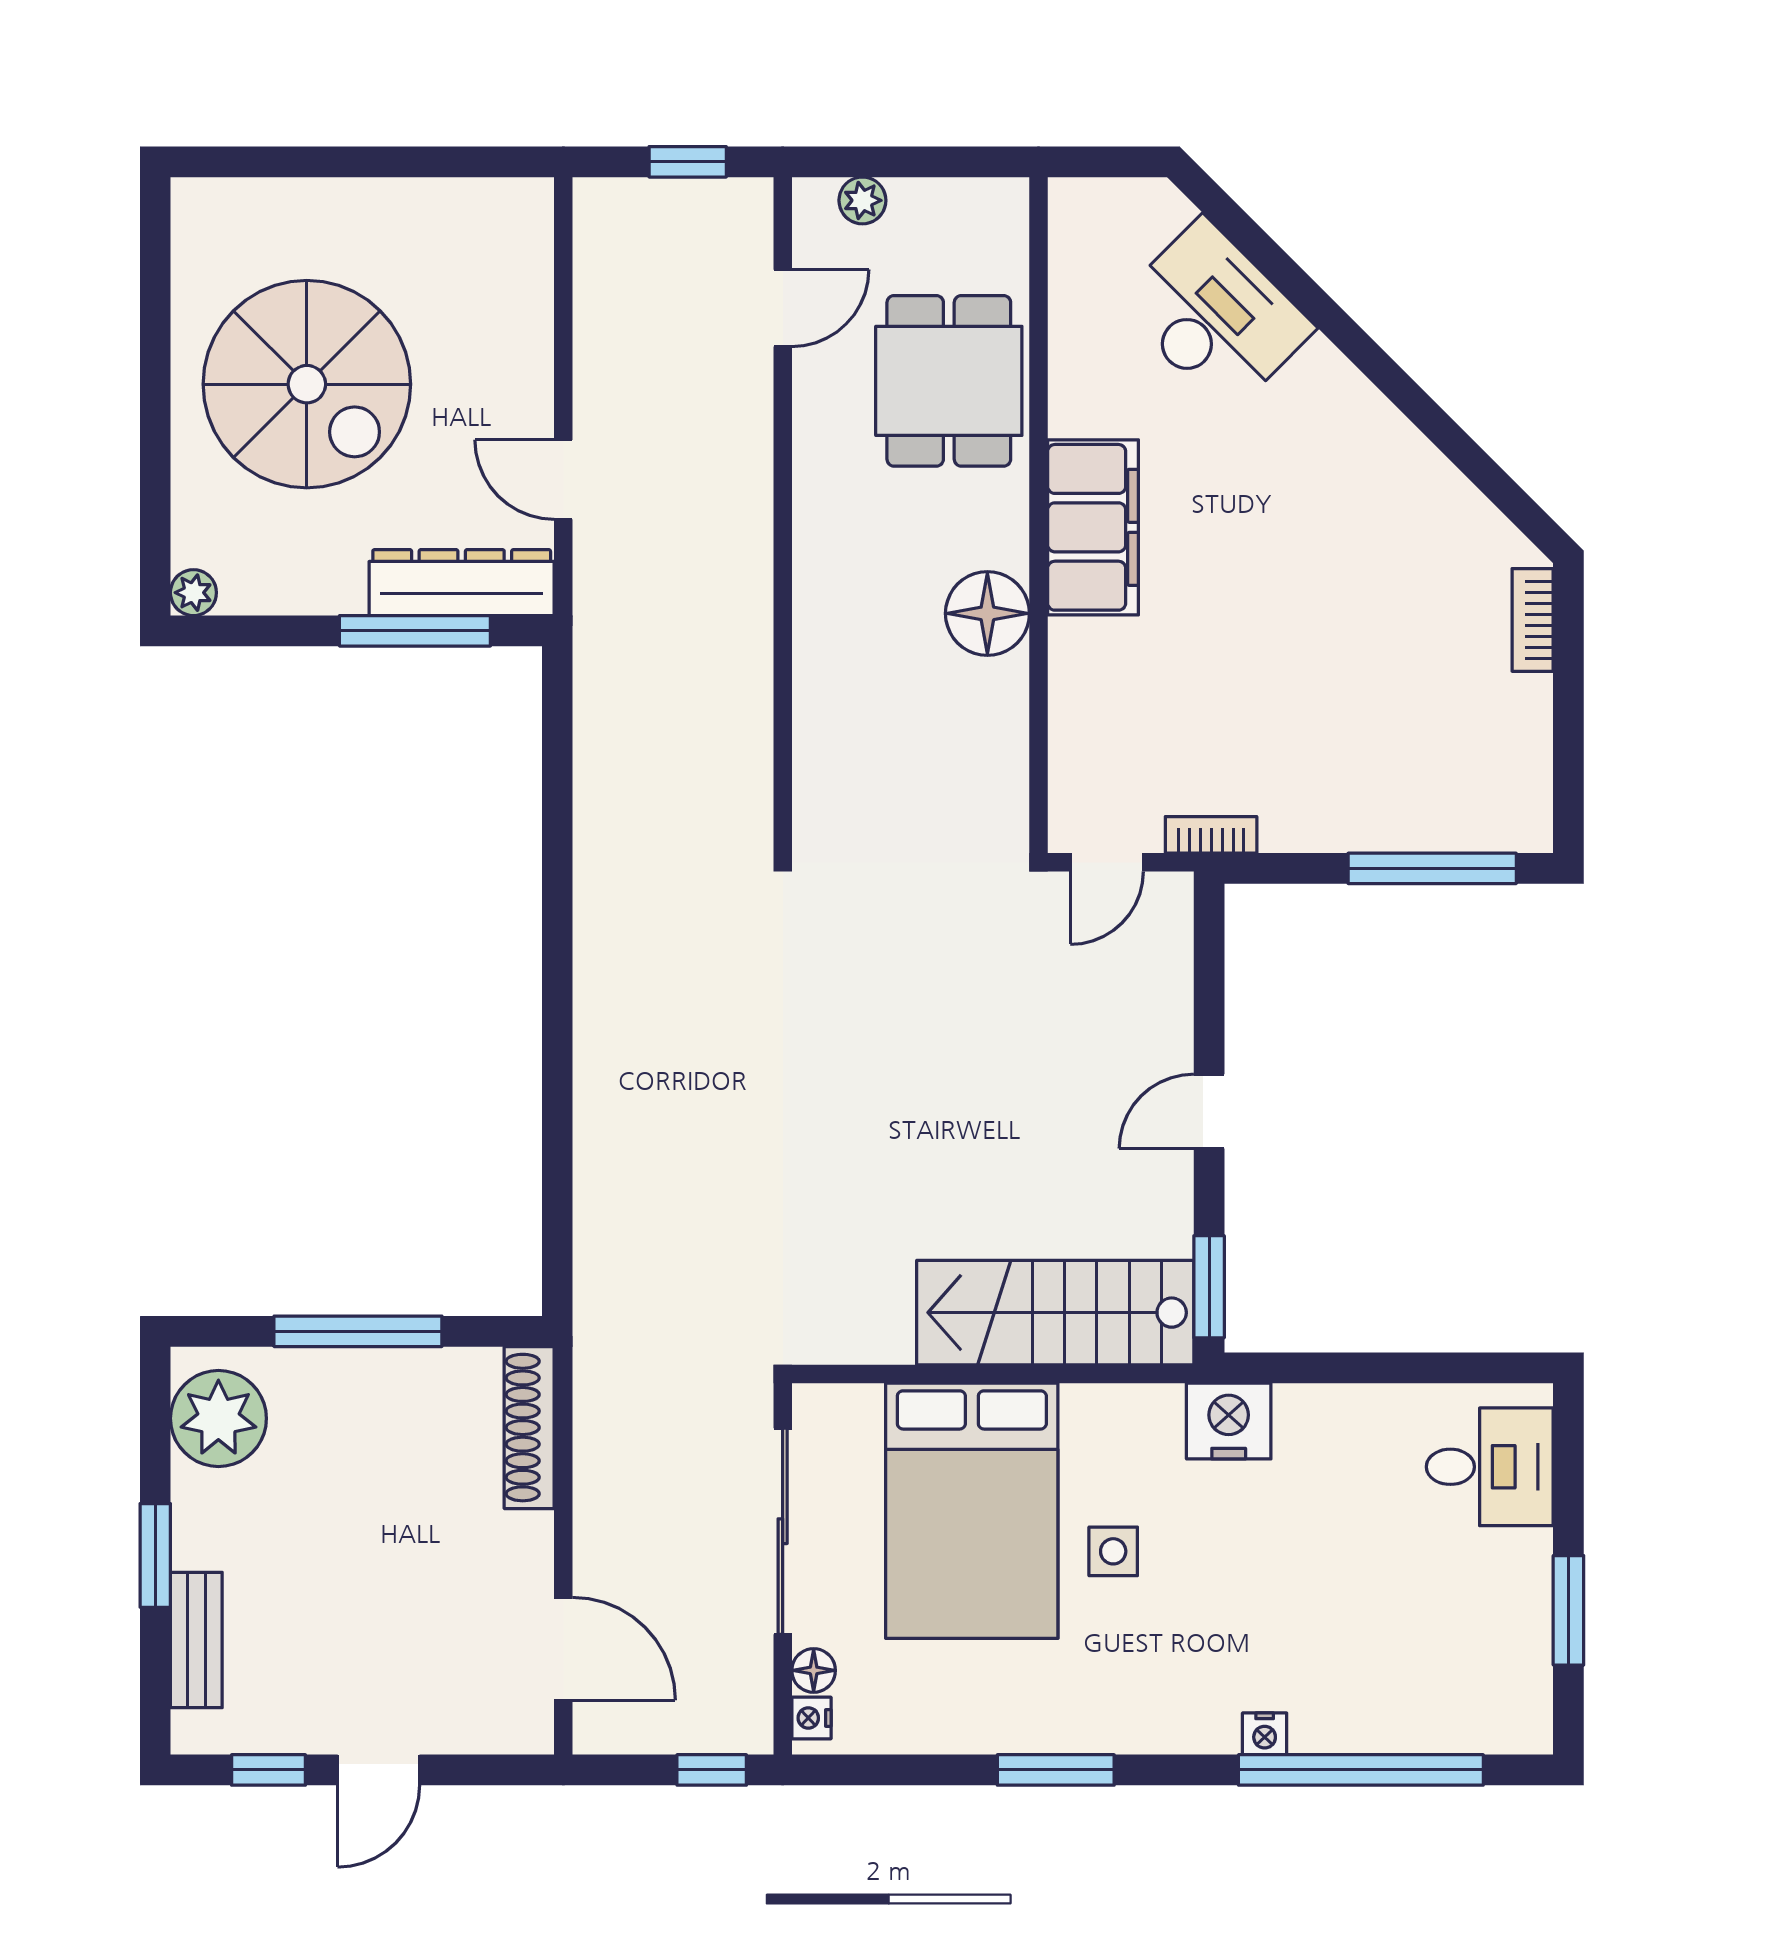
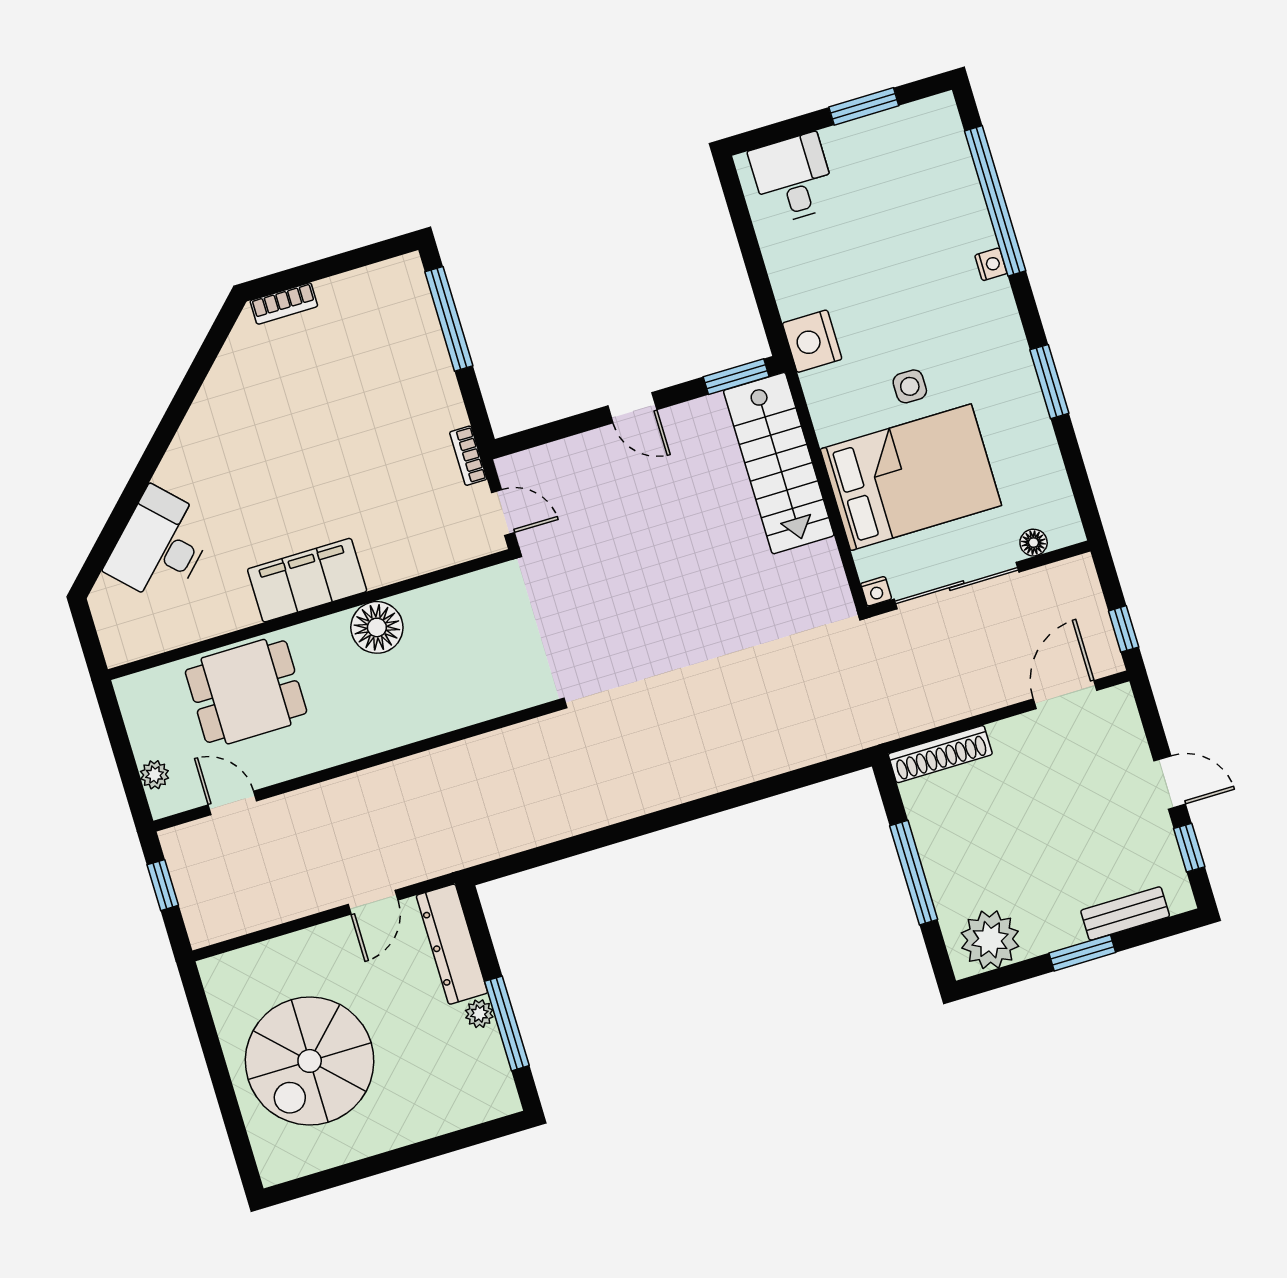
spiral stairs: (307, 384) -> (310, 1061), moved, turned 180
plant: (193, 593) -> (479, 1014), moved
window: (415, 631) -> (507, 1023), moved
nightstand: (811, 1718) -> (876, 591), moved
window: (712, 1770) -> (1124, 629), moved

